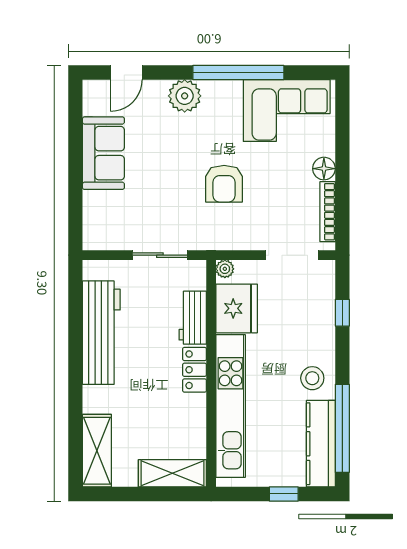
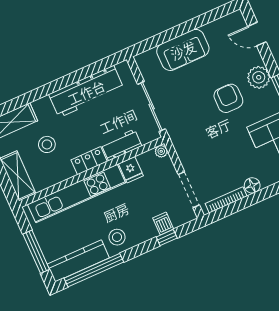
sofa: (103, 153) -> (183, 50), moved
armchair: (224, 184) -> (228, 98), moved, turned 90
sliding door: (160, 255) -> (152, 107), width x1.37
fridge: (237, 308) -> (131, 170), width x0.53, depth x0.75
dishwasher: (322, 309) -> (163, 223), added
stool: (148, 416) -> (47, 144), added
window: (284, 494) -> (36, 252), width x2.17

